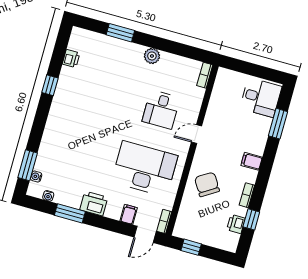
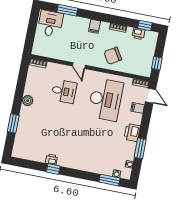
printer: (71, 59) -> (51, 159), moved
desk: (145, 169) -> (105, 99), turned 180
window: (251, 219) -> (145, 25), moved

